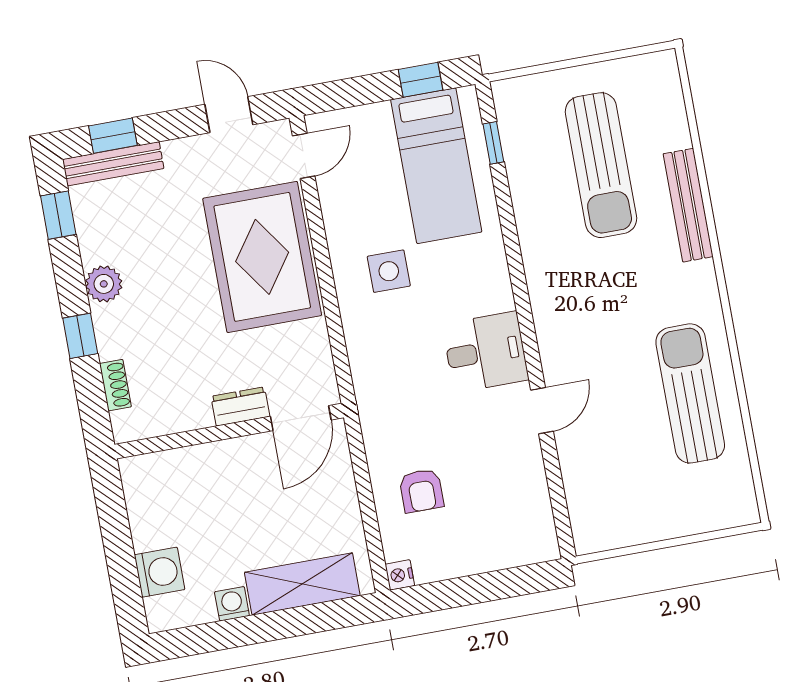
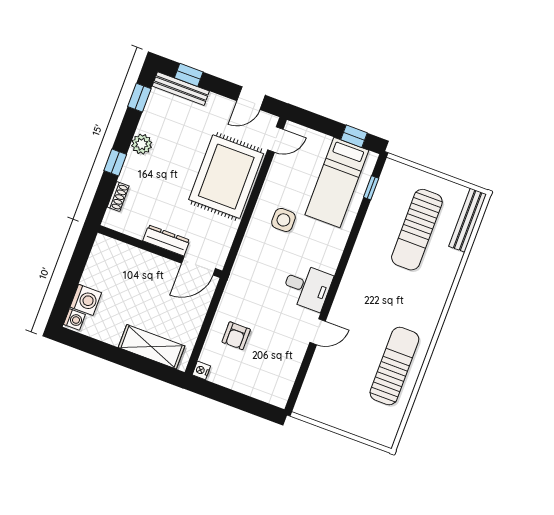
door: (229, 115) -> (251, 98), swing flipped
bench: (688, 205) -> (468, 220), moved
dresser: (240, 406) -> (166, 240), width x1.44
washing machine: (232, 604) -> (74, 319), moved, turned 90

